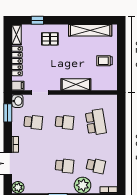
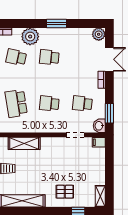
locker: (17, 61) -> (100, 168), removed
shelving: (76, 84) -> (24, 143), moved

